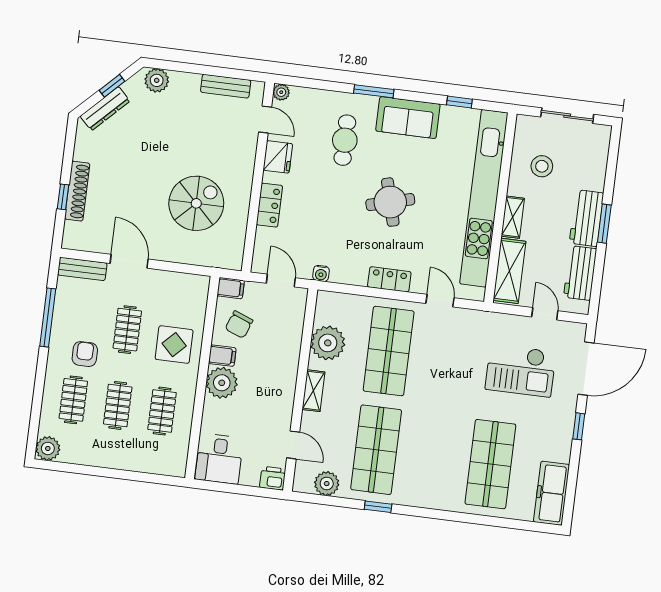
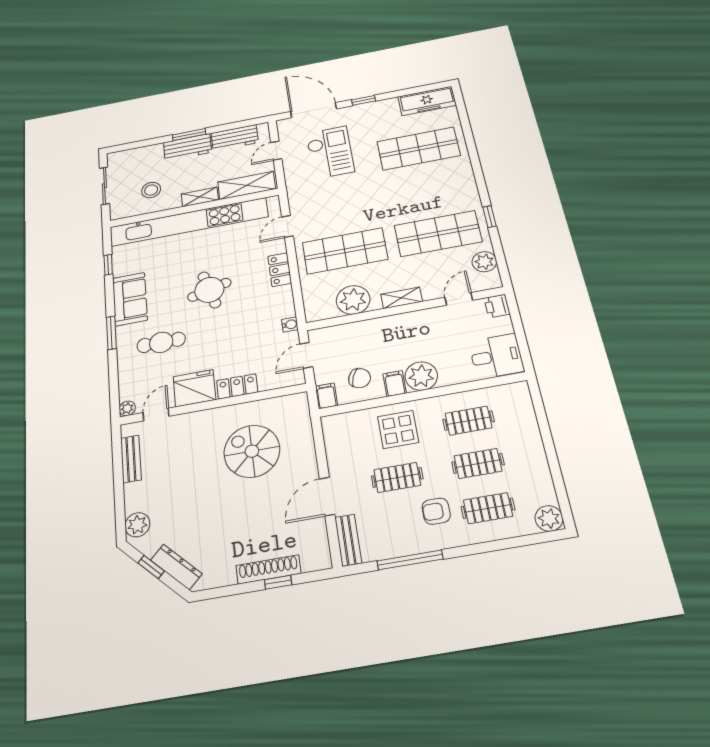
fridge: (278, 157) -> (194, 388), width x1.36, depth x1.34

